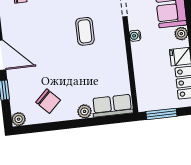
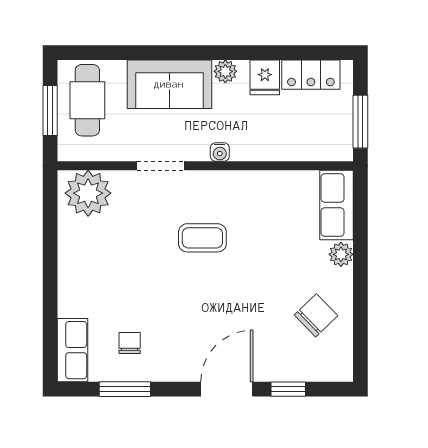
plant: (19, 119) -> (341, 370), removed

